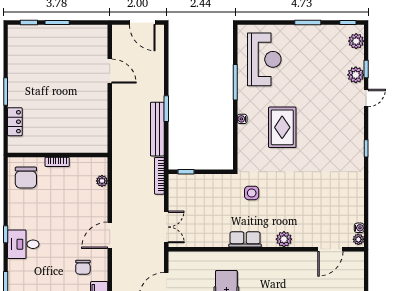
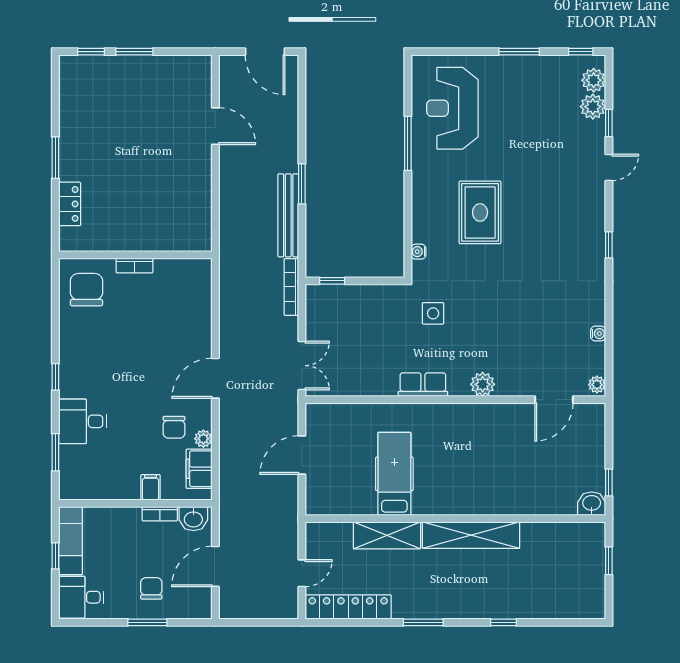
reception desk: (264, 59) -> (452, 108), turned 180
plant: (356, 75) -> (593, 107), moved
water cooler: (242, 119) -> (418, 252), moved
chair: (26, 178) -> (86, 290), turned 180
plant: (102, 181) -> (203, 439), moved
water cooler: (359, 228) -> (598, 334), moved
desk: (23, 244) -> (83, 421), moved

